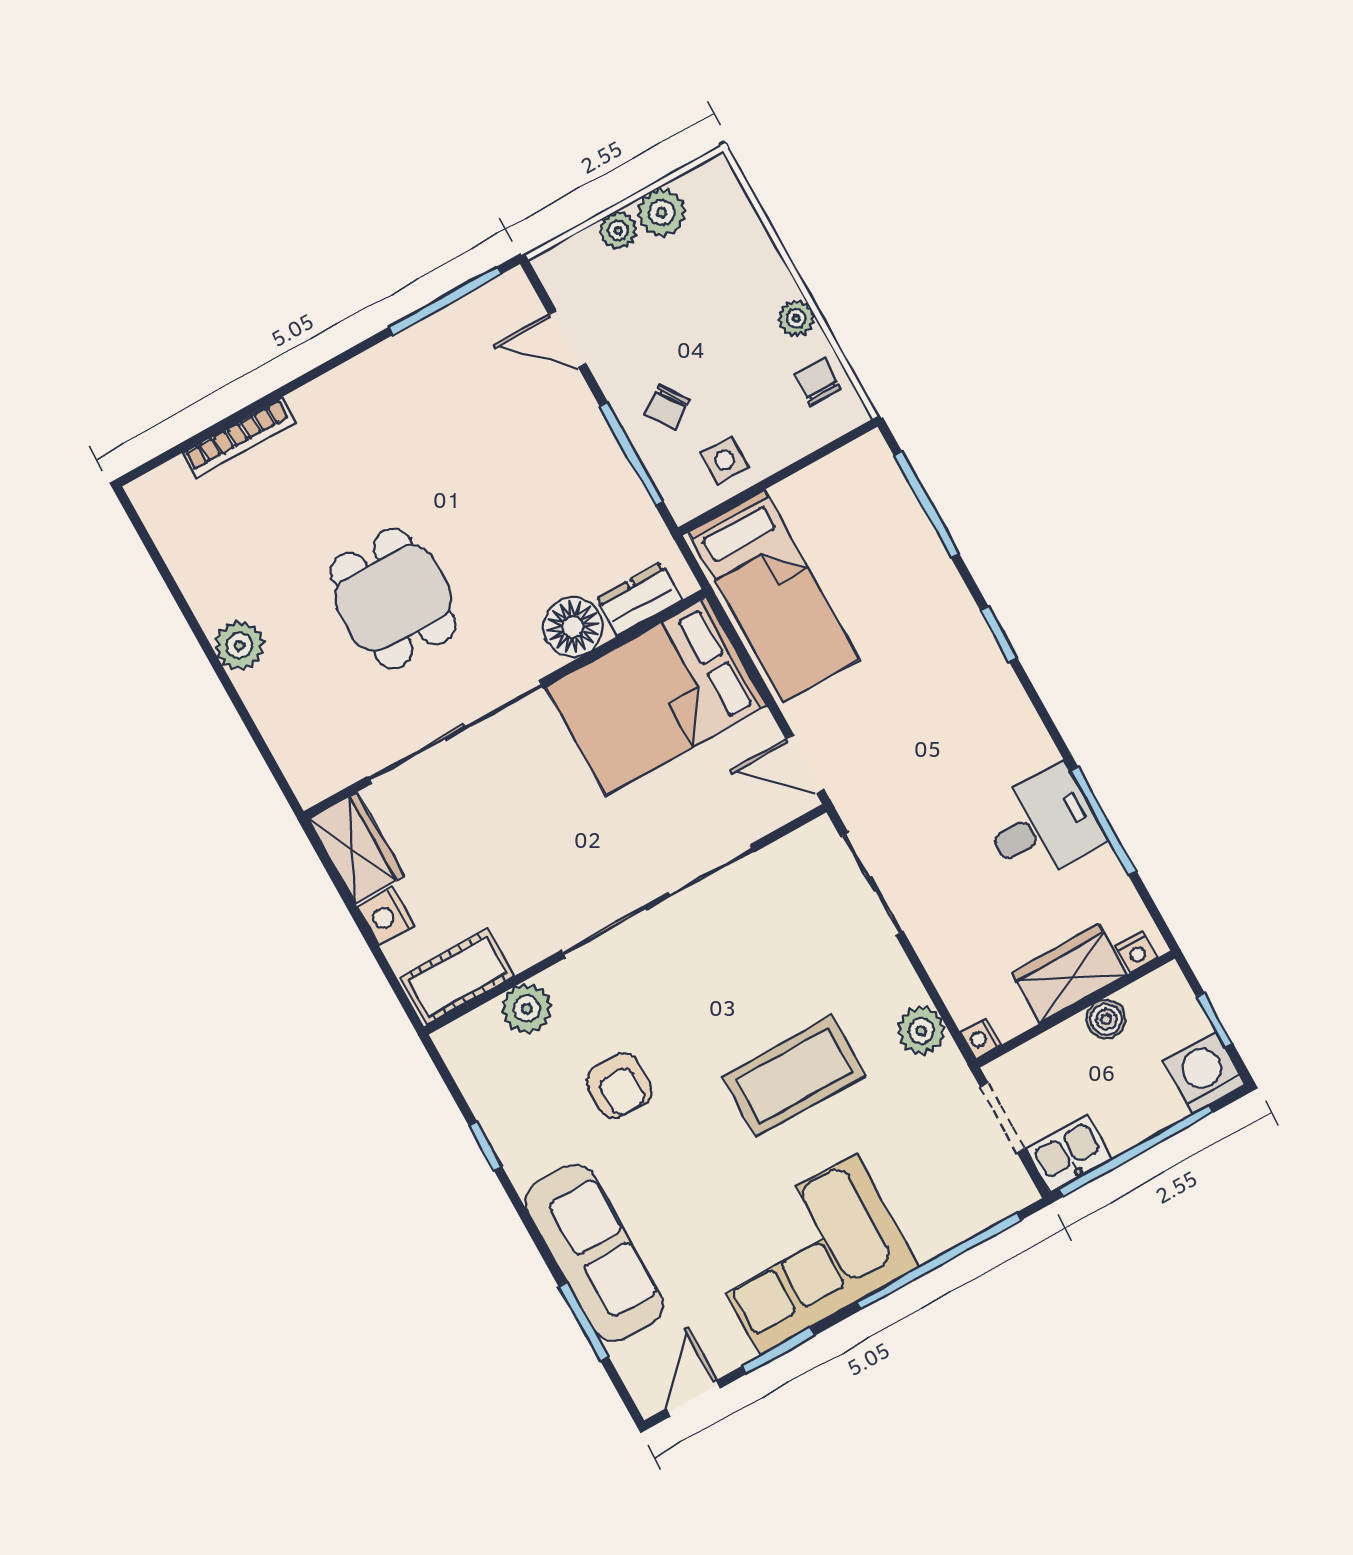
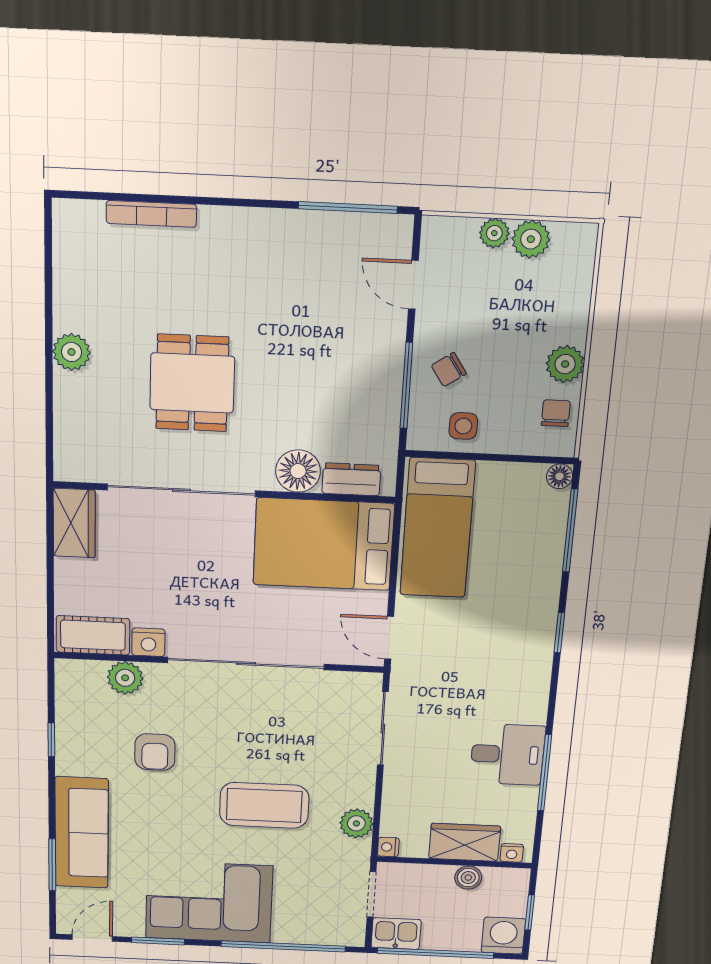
plant: (796, 318) -> (565, 364), width x1.38, depth x1.38
floor lamp: (871, 450) -> (560, 476), added
nightstand: (386, 916) -> (148, 642), moved, turned -90

